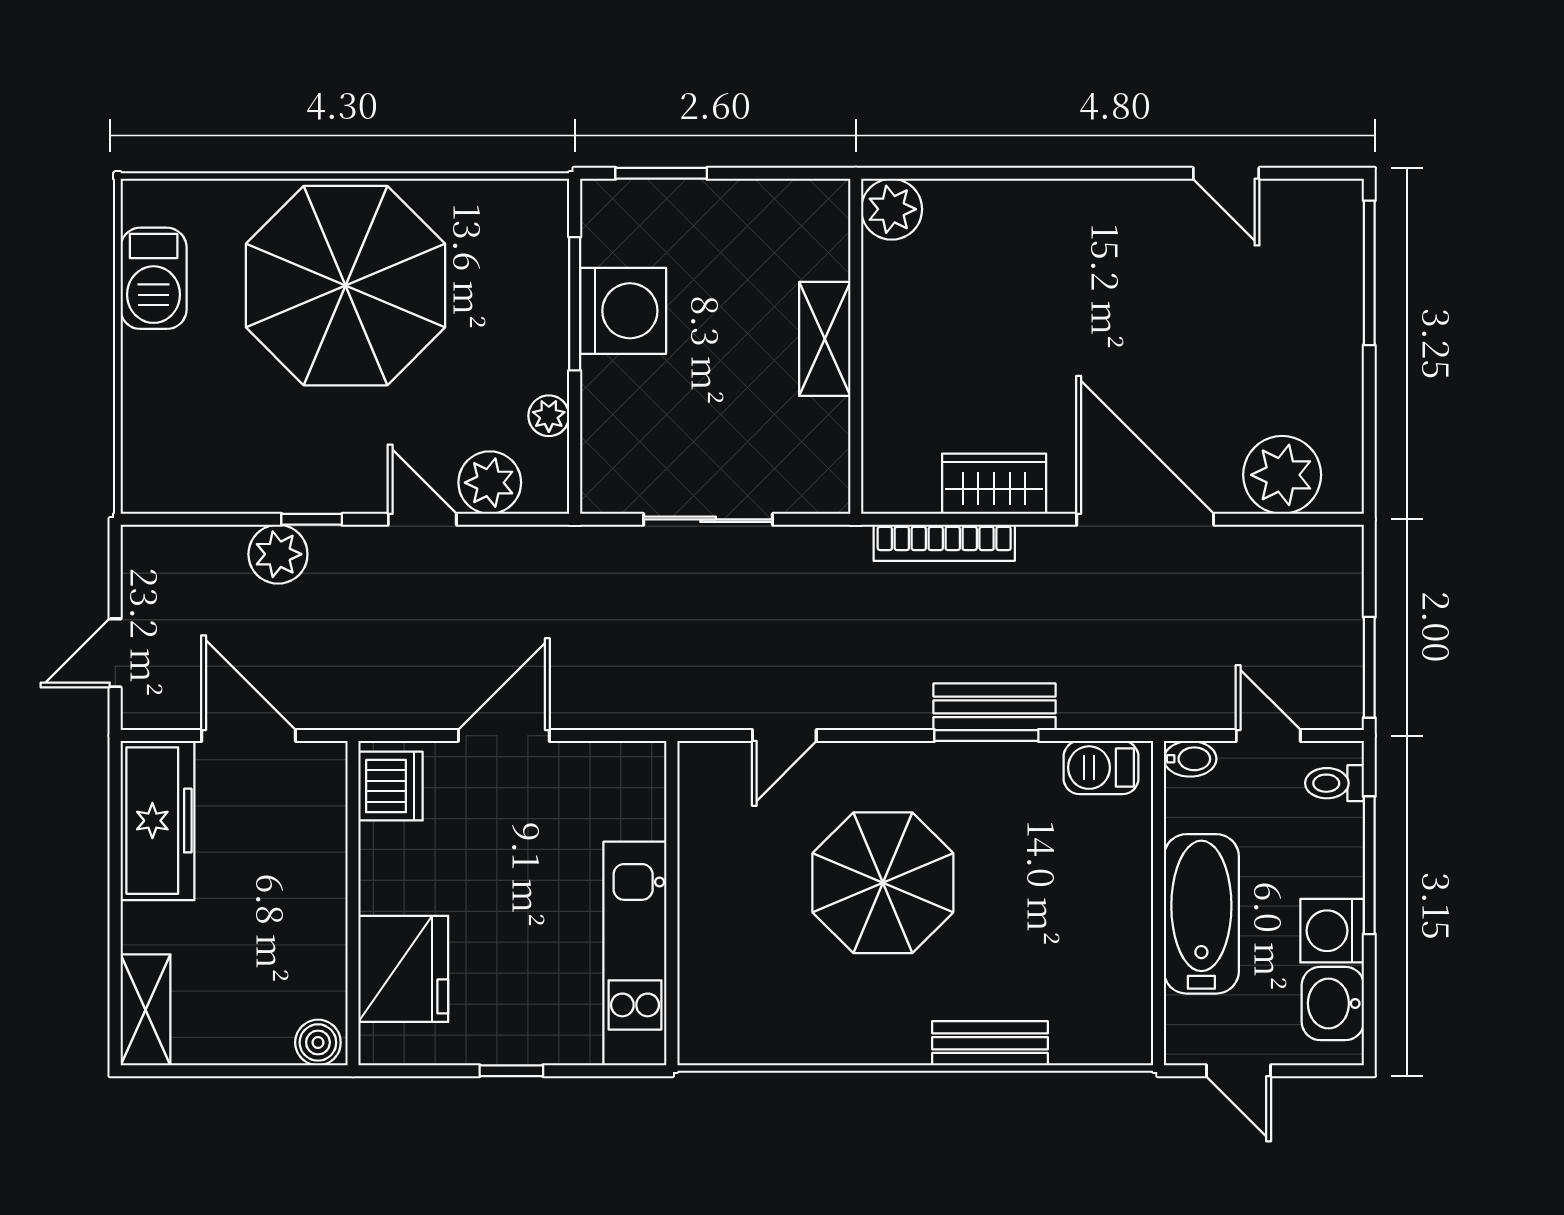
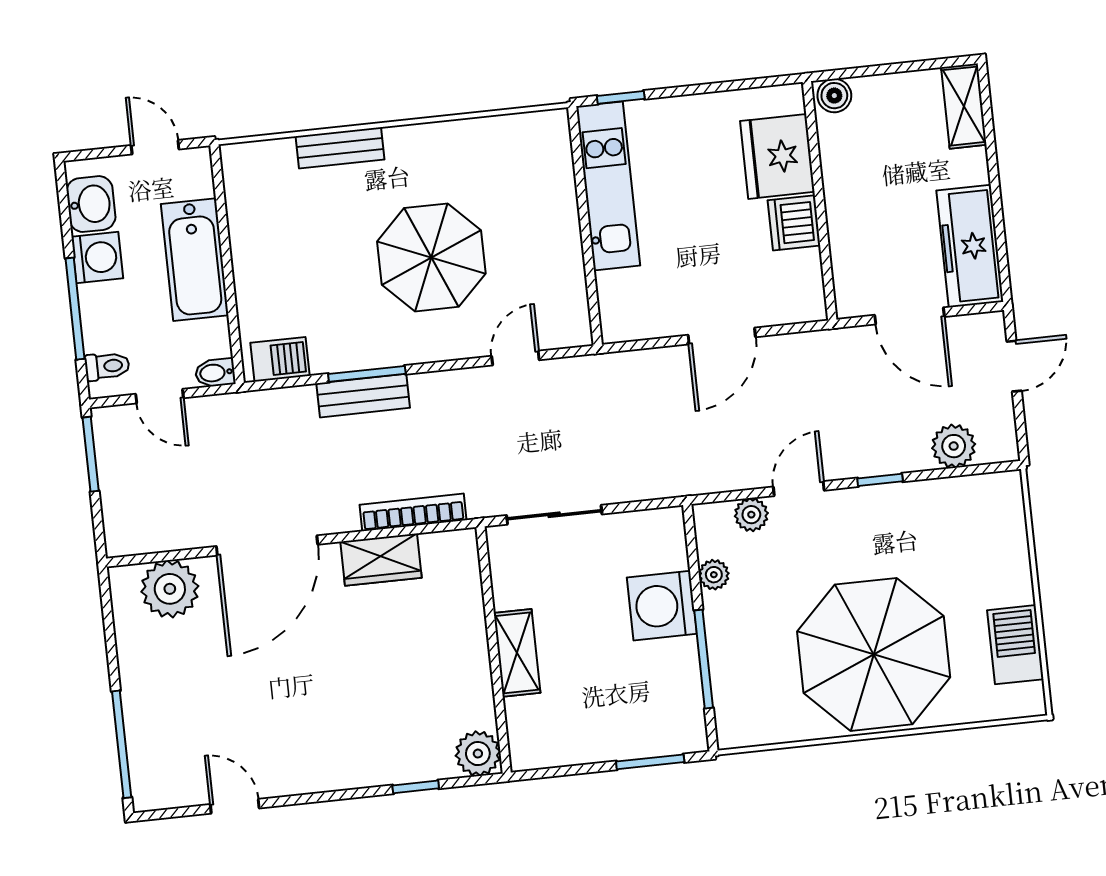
window: (980, 173) -> (416, 787), added
washing machine: (623, 311) -> (662, 606), moved
plant: (490, 483) -> (751, 515), width x0.73, depth x0.73
door: (422, 519) -> (799, 489), swing flipped
sliding door: (708, 519) -> (554, 515), moved
door: (1145, 519) -> (267, 545), hinge flipped
plant: (278, 554) -> (954, 446), moved
dishwasher: (391, 786) -> (794, 223), moved
window: (511, 1071) -> (621, 97), moved

